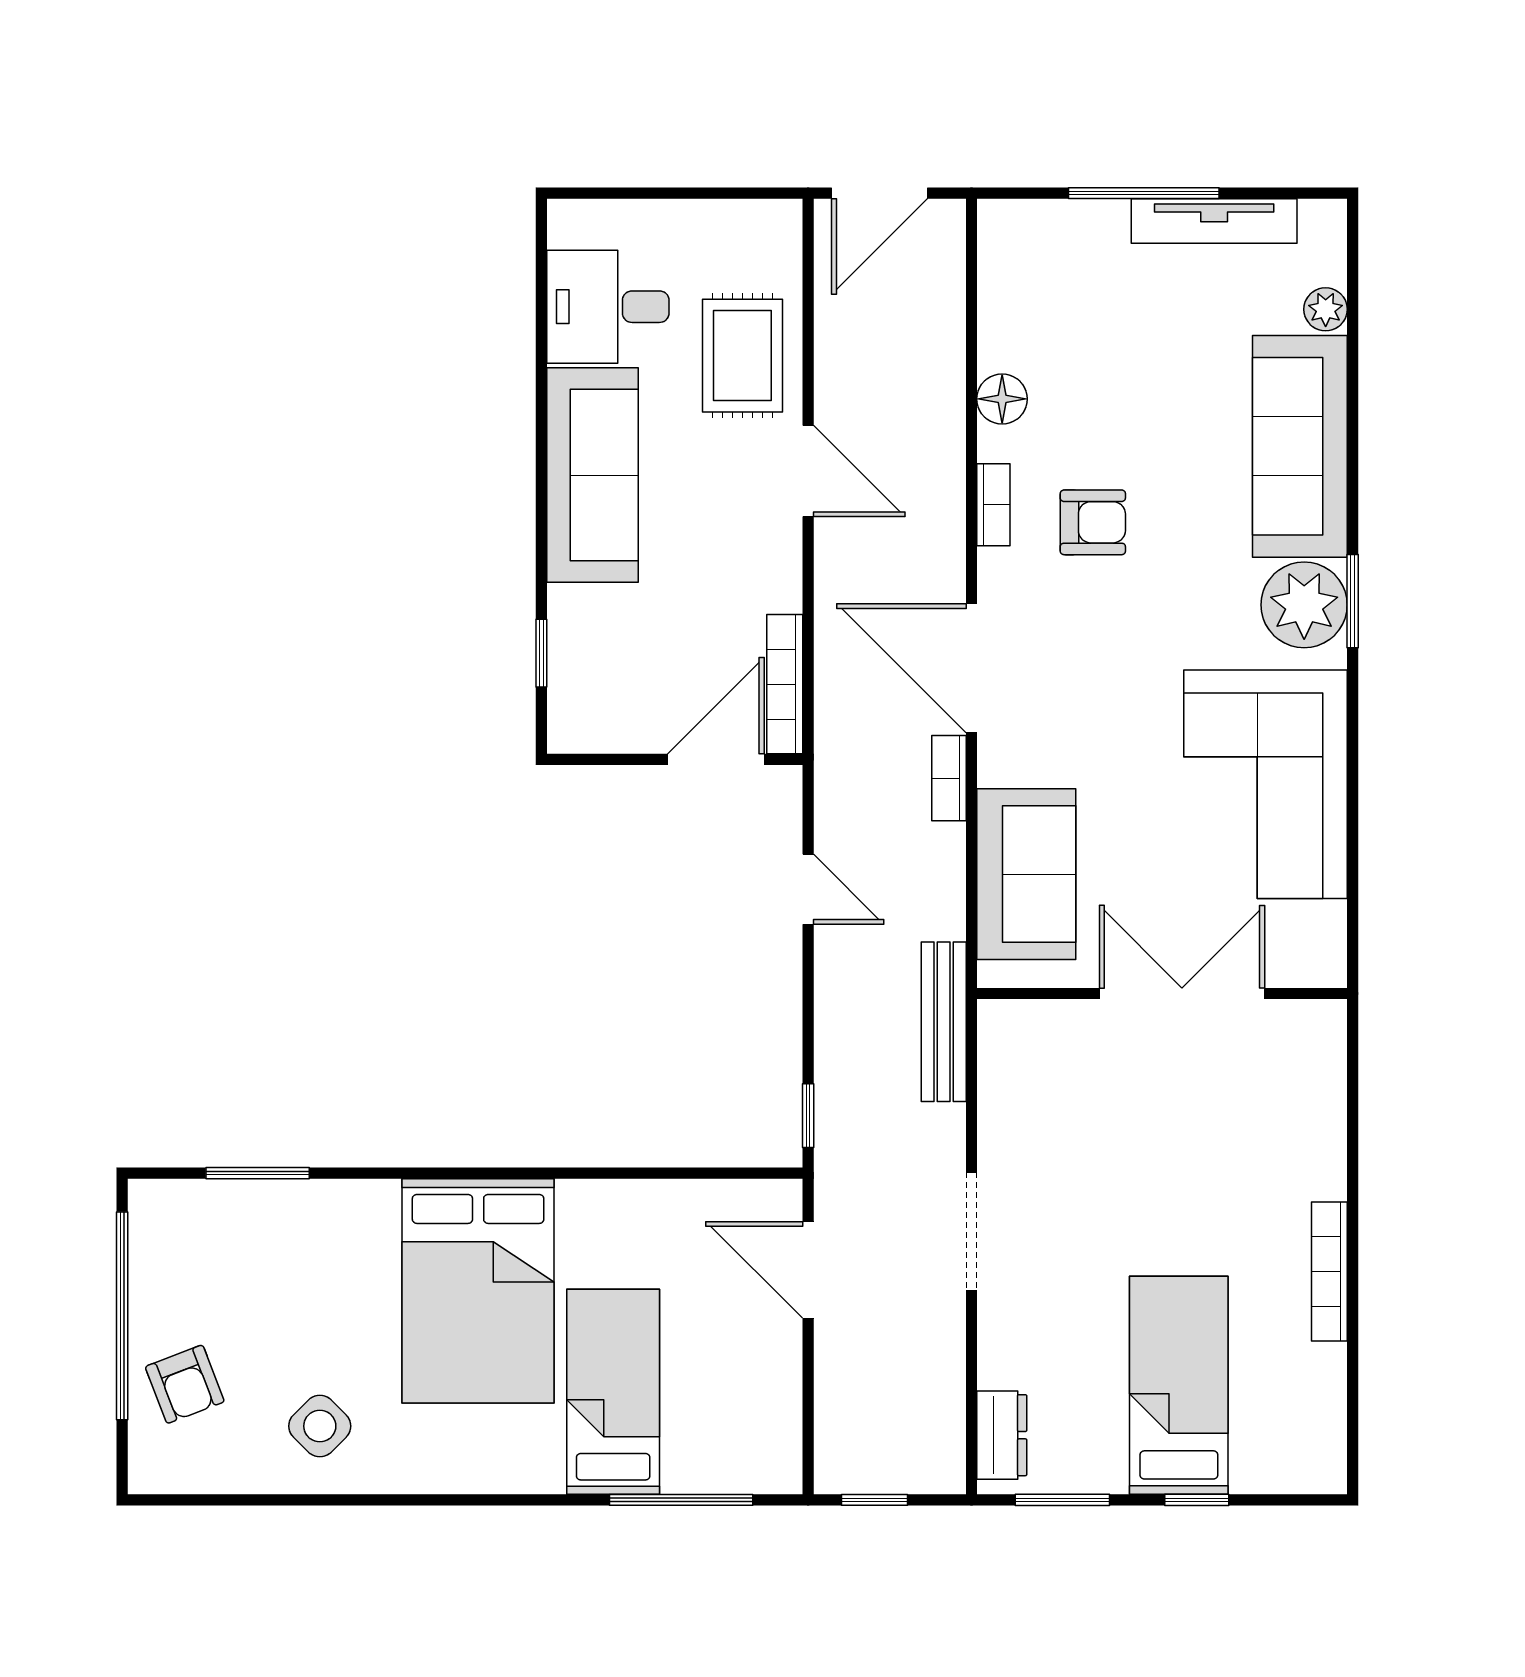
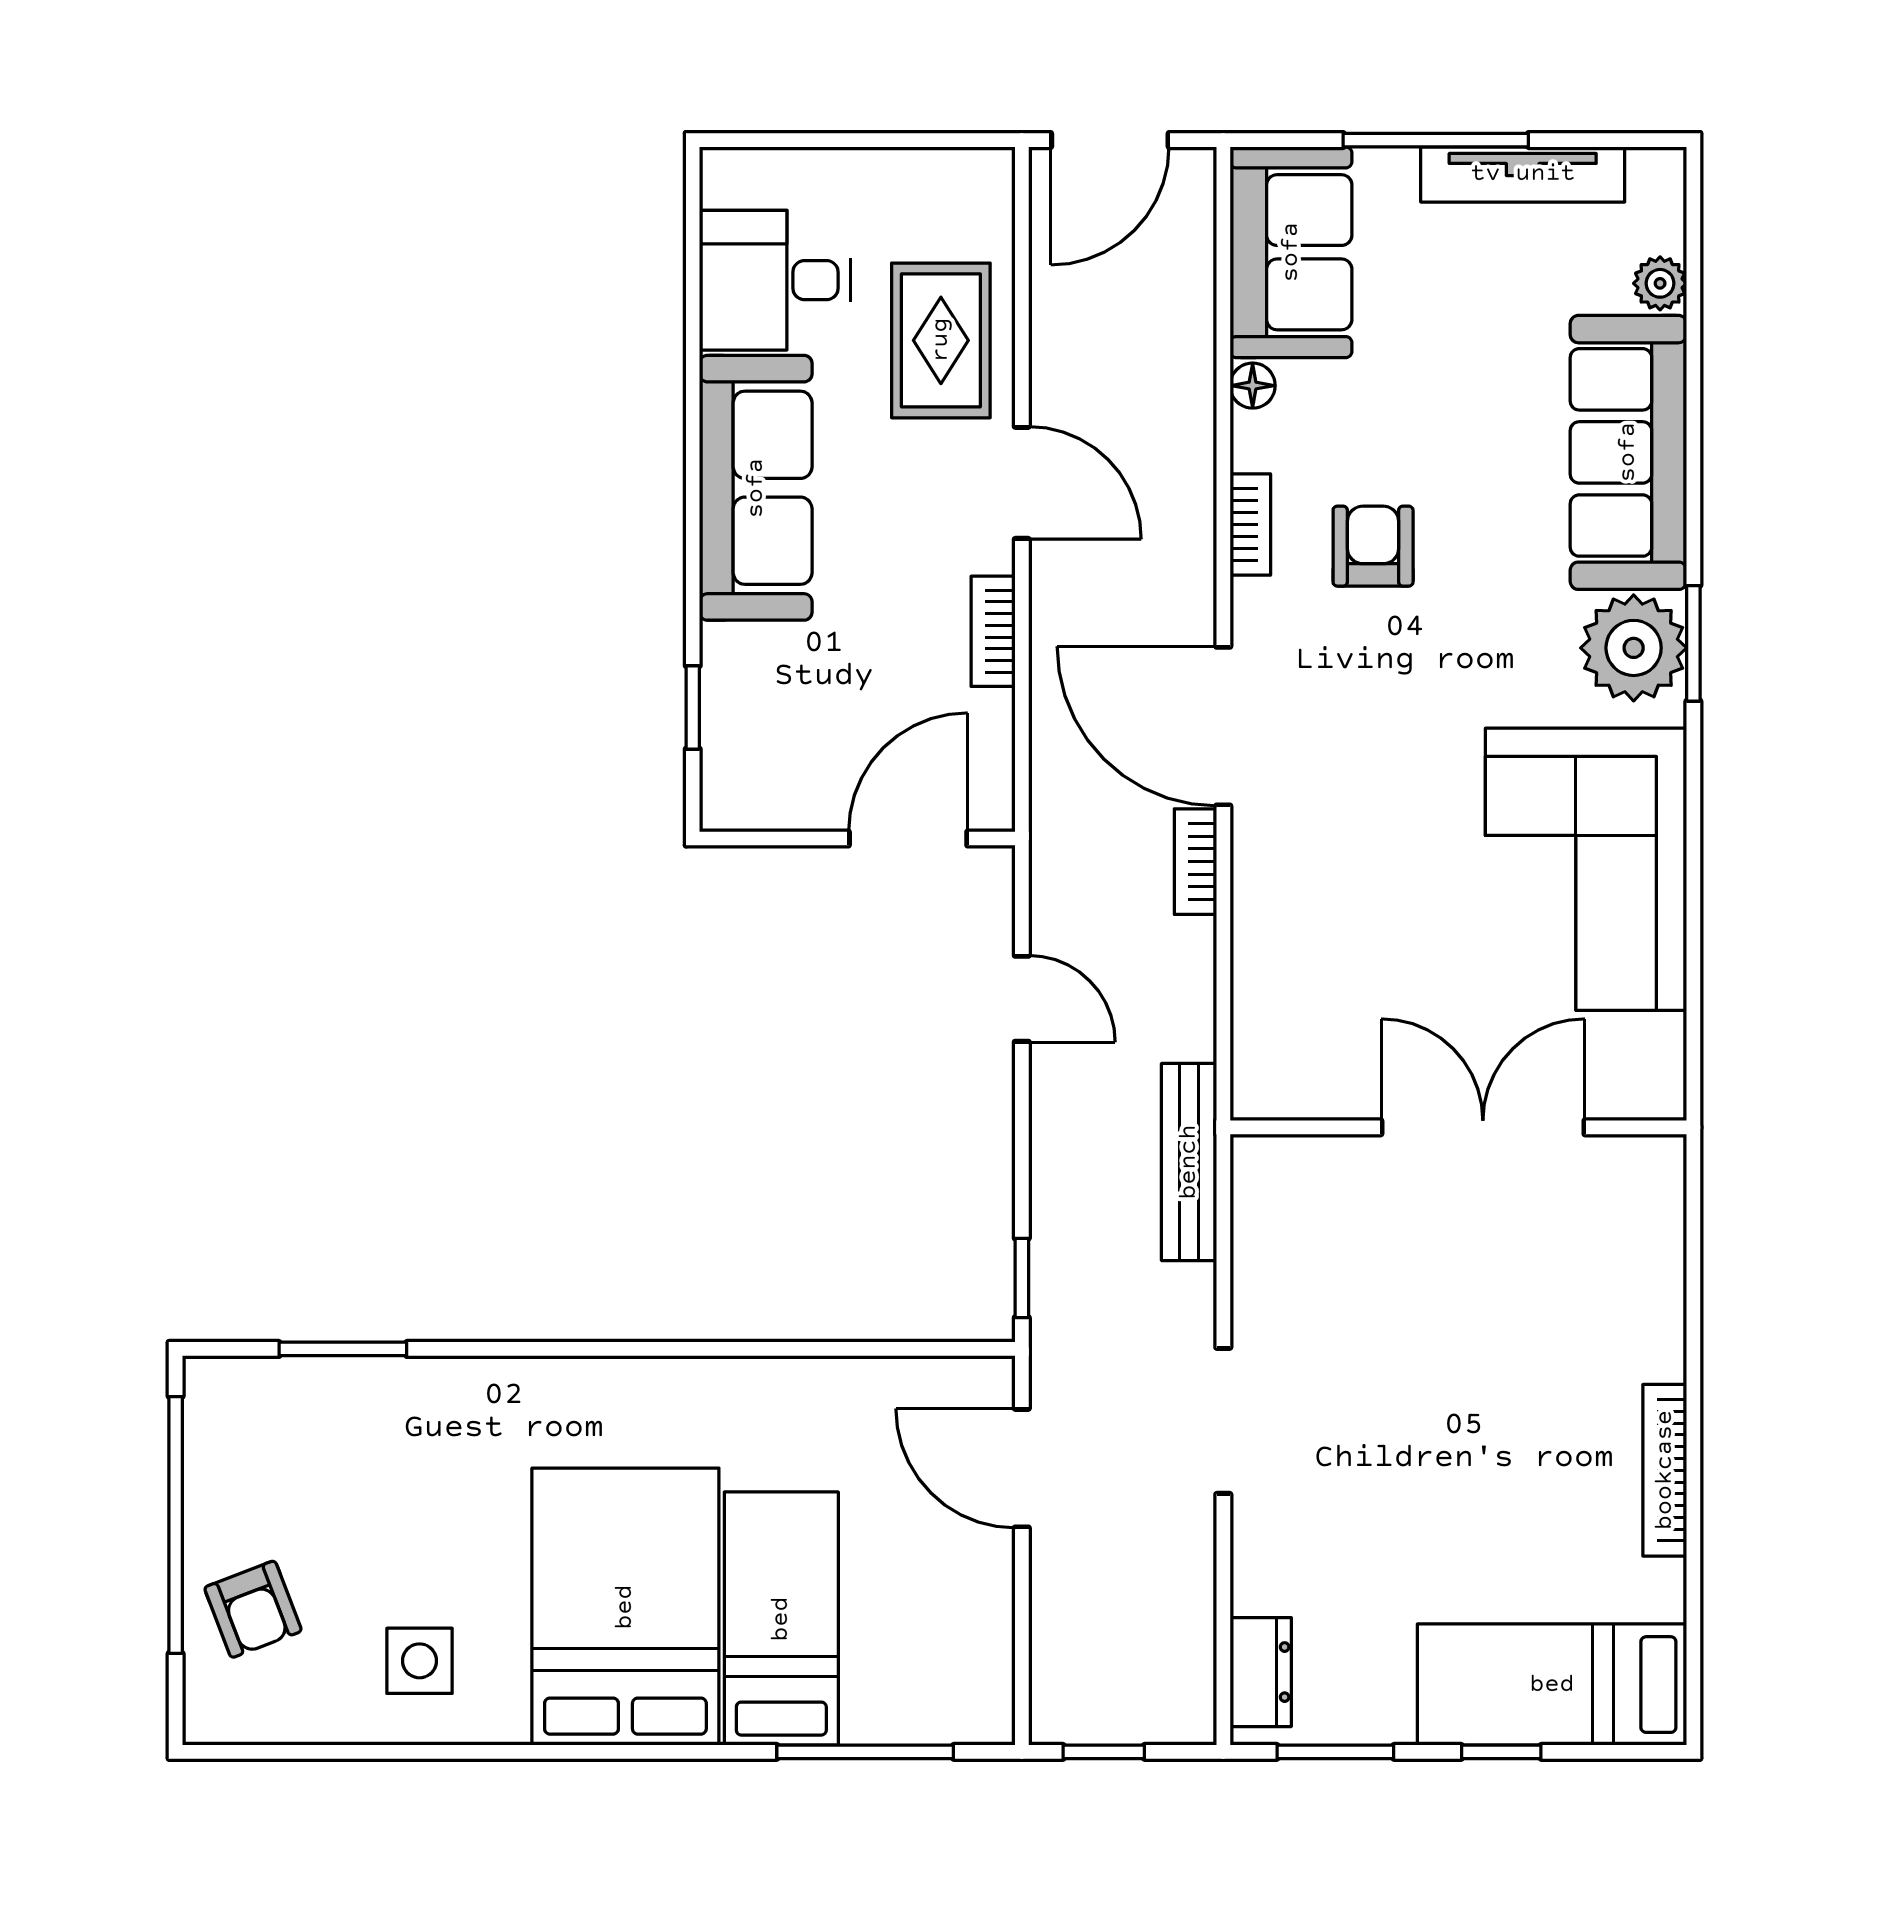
floor lamp: (1002, 399) -> (1253, 386), width x0.73, depth x0.73
armchair: (1093, 522) -> (1373, 546), turned -90
bookcase: (785, 684) -> (993, 631), moved, width x0.64
sofa: (1026, 874) -> (1291, 252), moved
bed: (478, 1291) -> (625, 1607), moved, turned 180
bed: (1179, 1385) -> (1552, 1685), moved, turned -90
side table: (320, 1426) -> (420, 1661), turned 45

